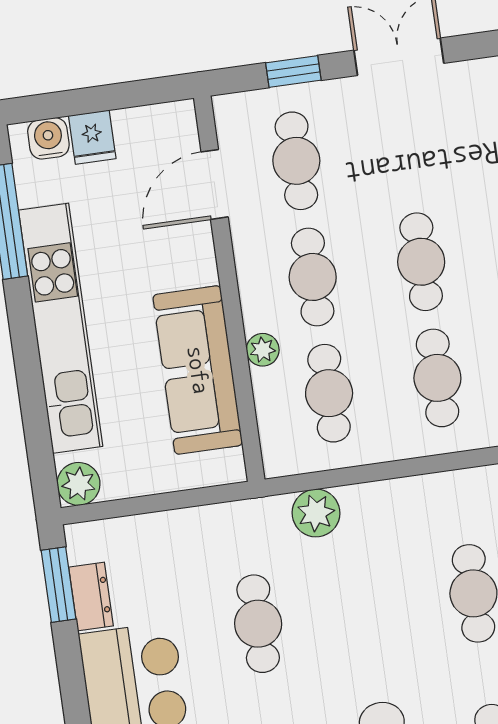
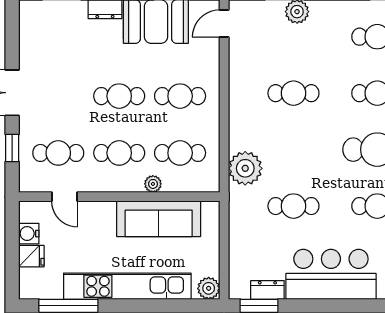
water cooler: (48, 138) -> (29, 234), moved
door: (215, 184) -> (64, 197), width x0.73
plant: (316, 513) -> (245, 168), width x1.36, depth x1.36

